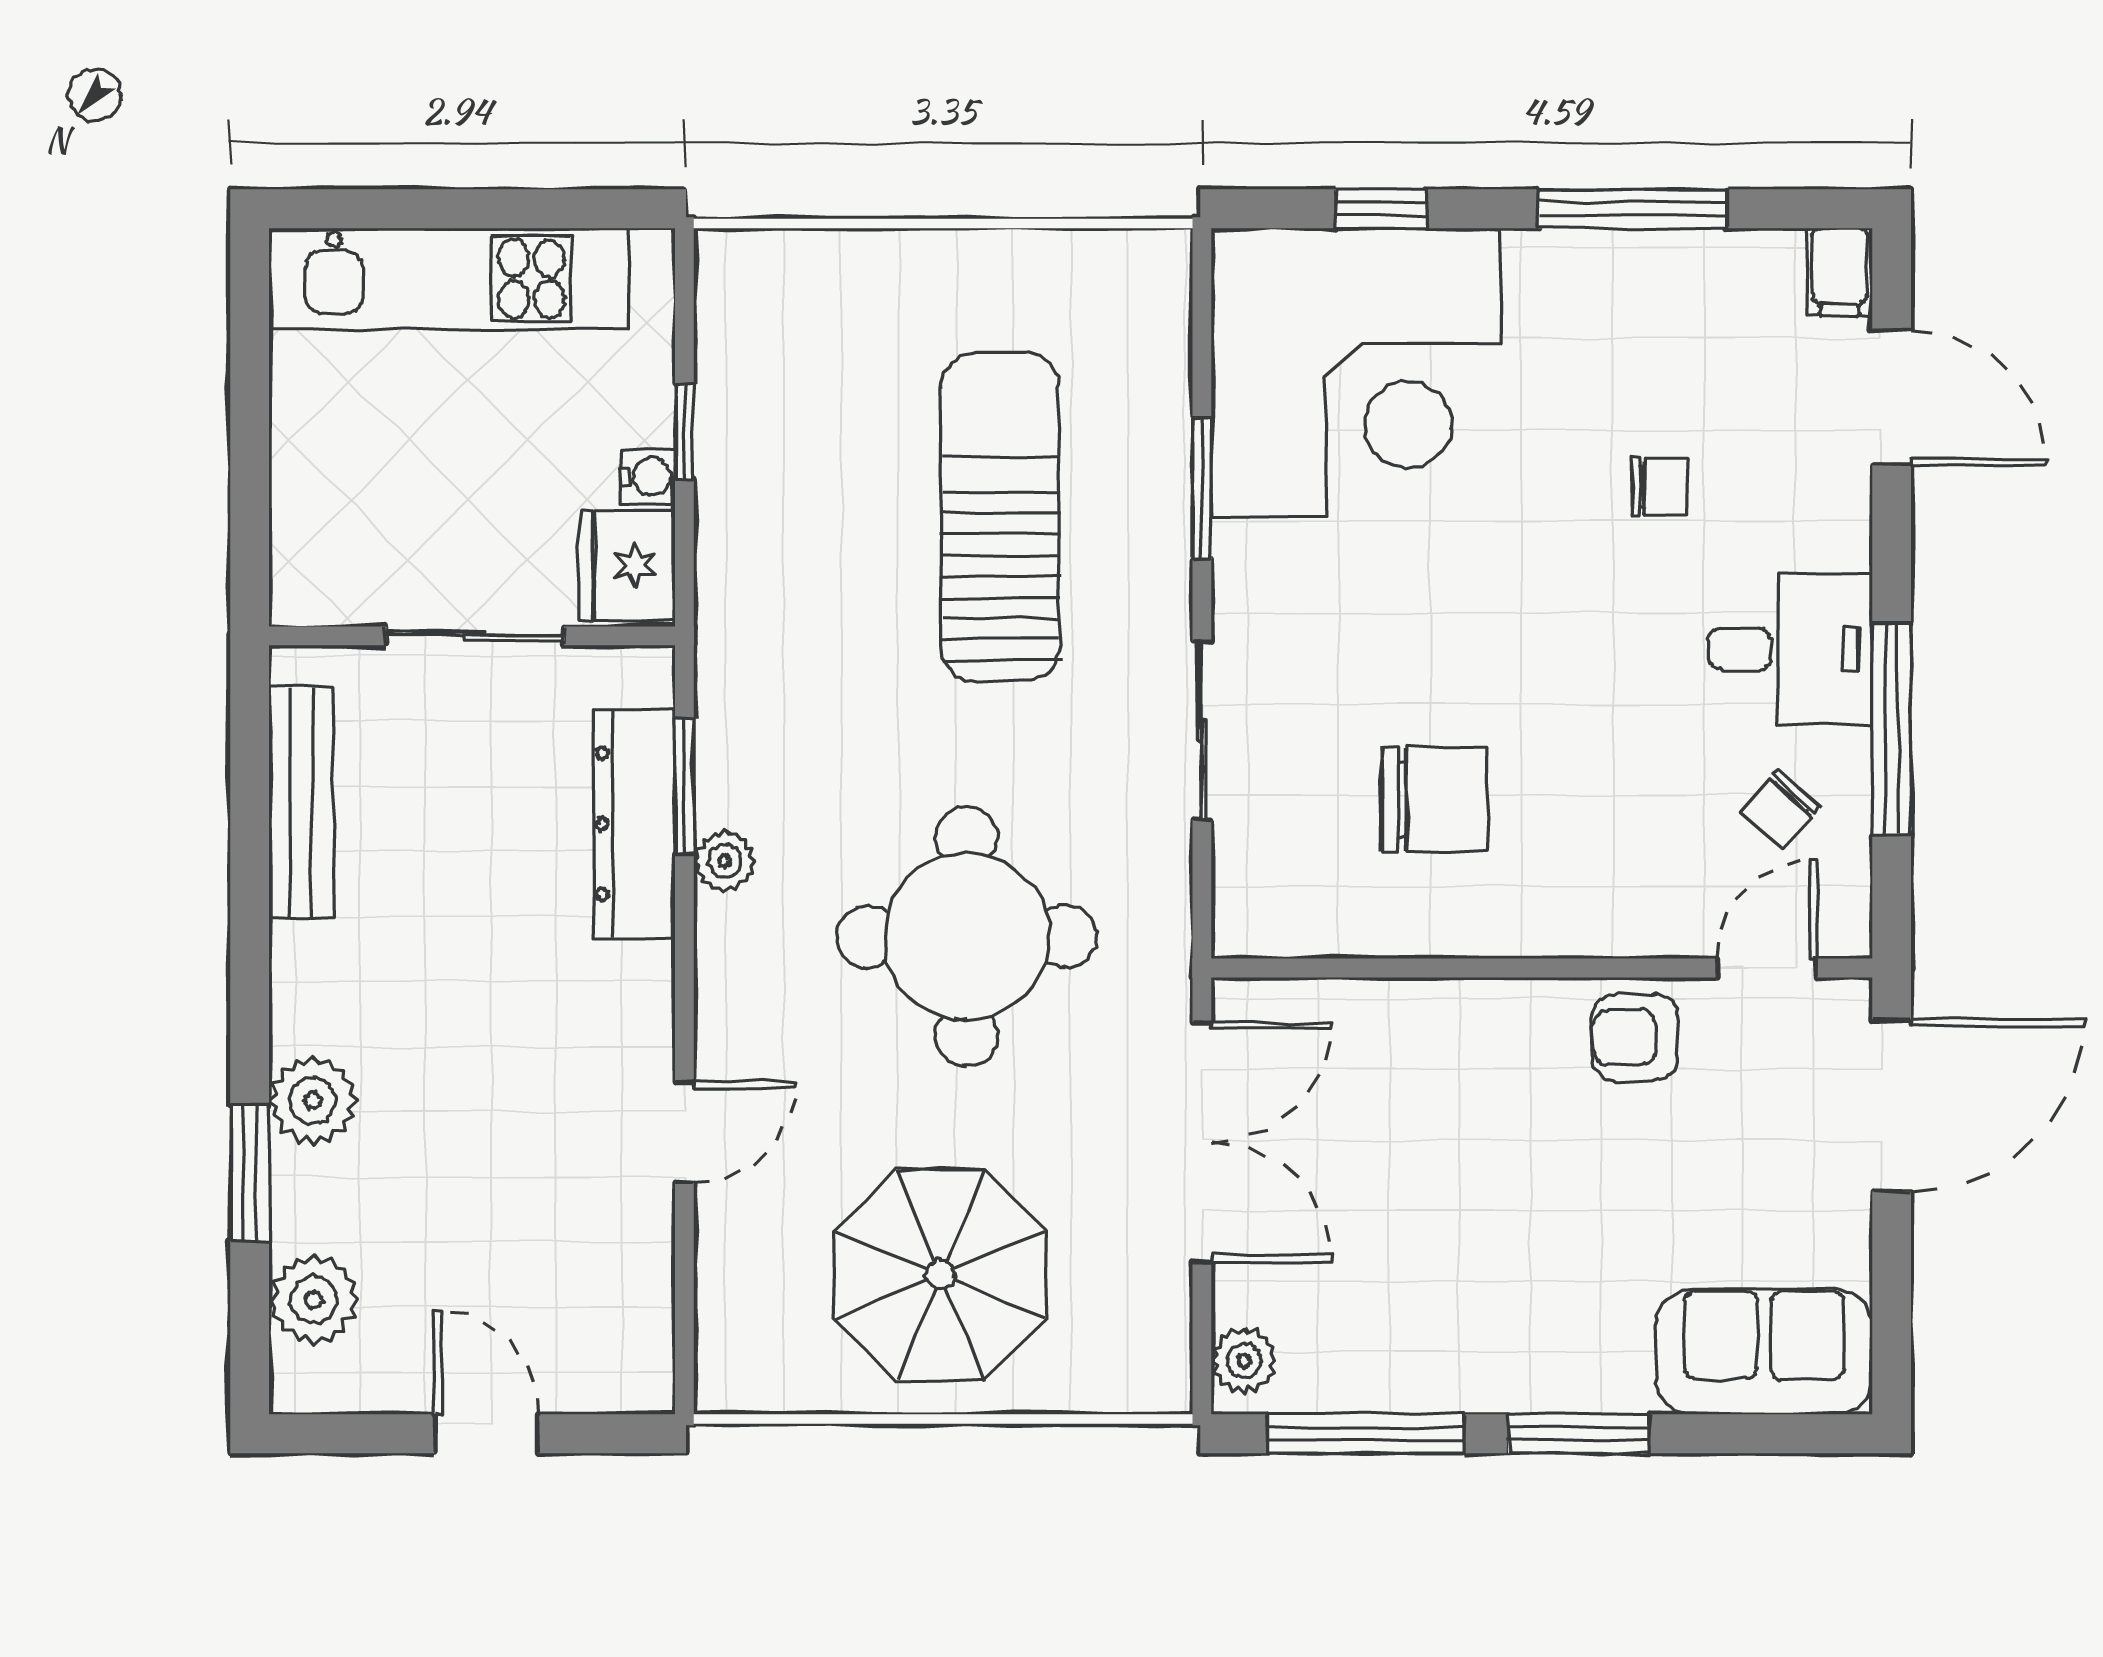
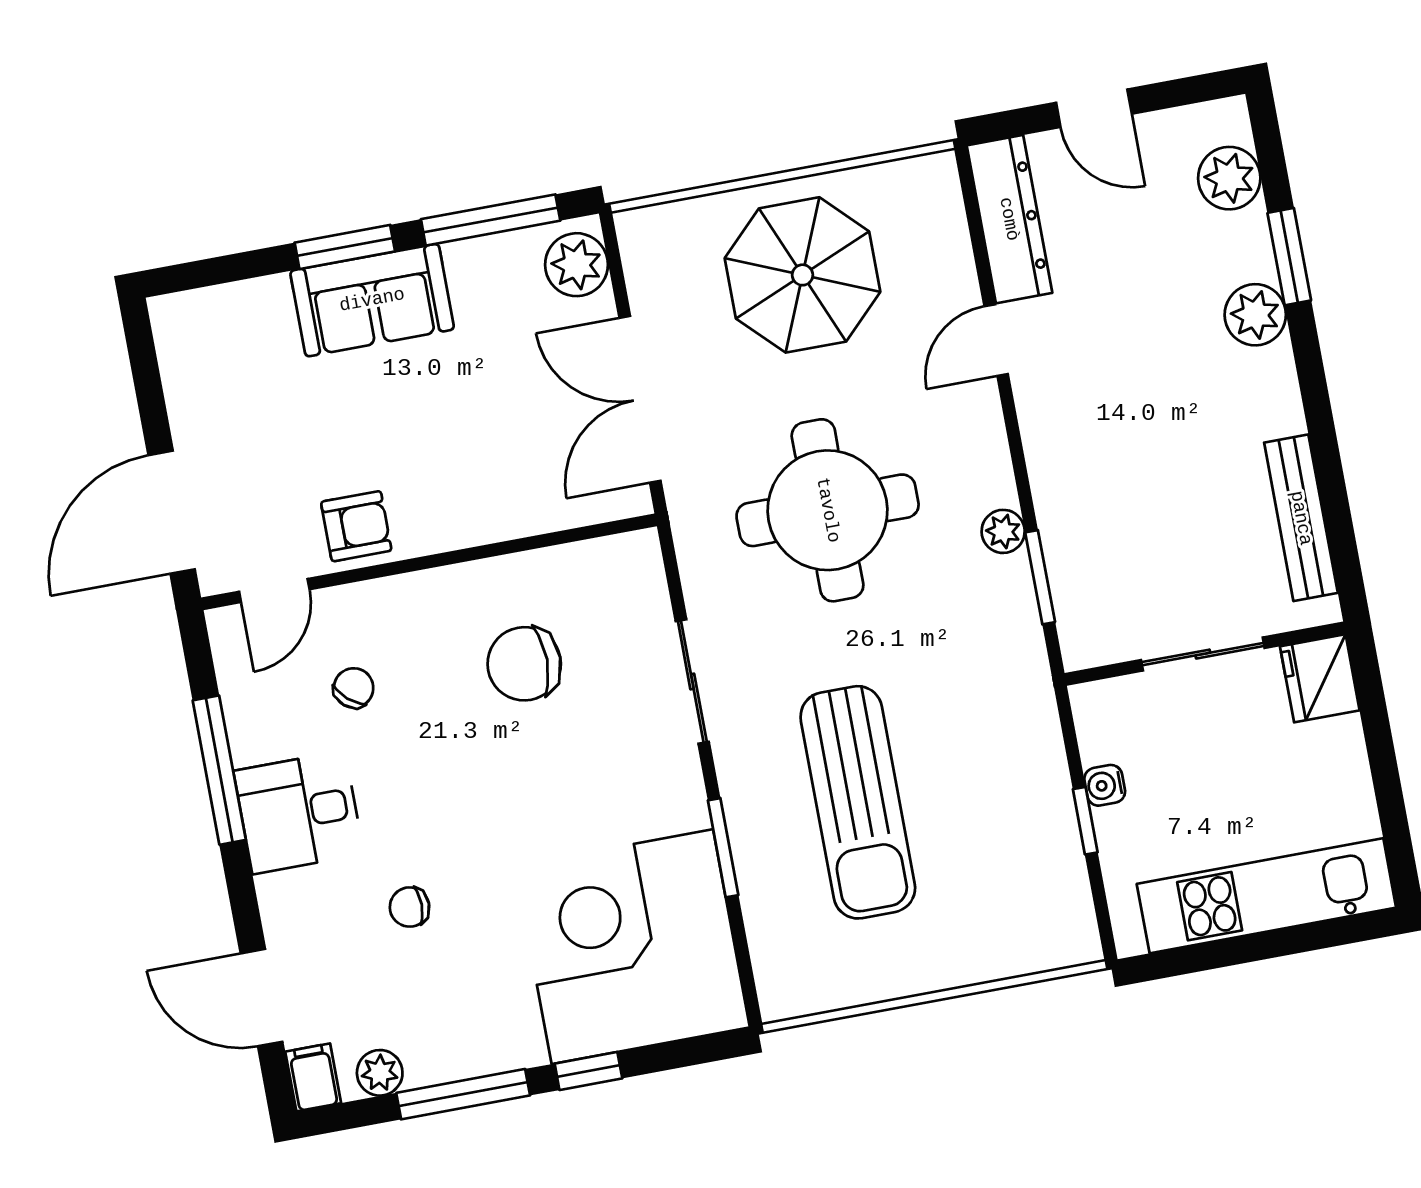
window: (1381, 209) -> (588, 1071), moved
plant: (1745, 261) -> (380, 1073), added
fridge: (627, 566) -> (1320, 678), moved, turned 180
chair: (1781, 809) -> (354, 688), moved
dresser: (634, 824) -> (1009, 219), moved
sofa: (1764, 1352) -> (372, 300), moved
plant: (1244, 1361) -> (576, 265), width x1.38, depth x1.38

